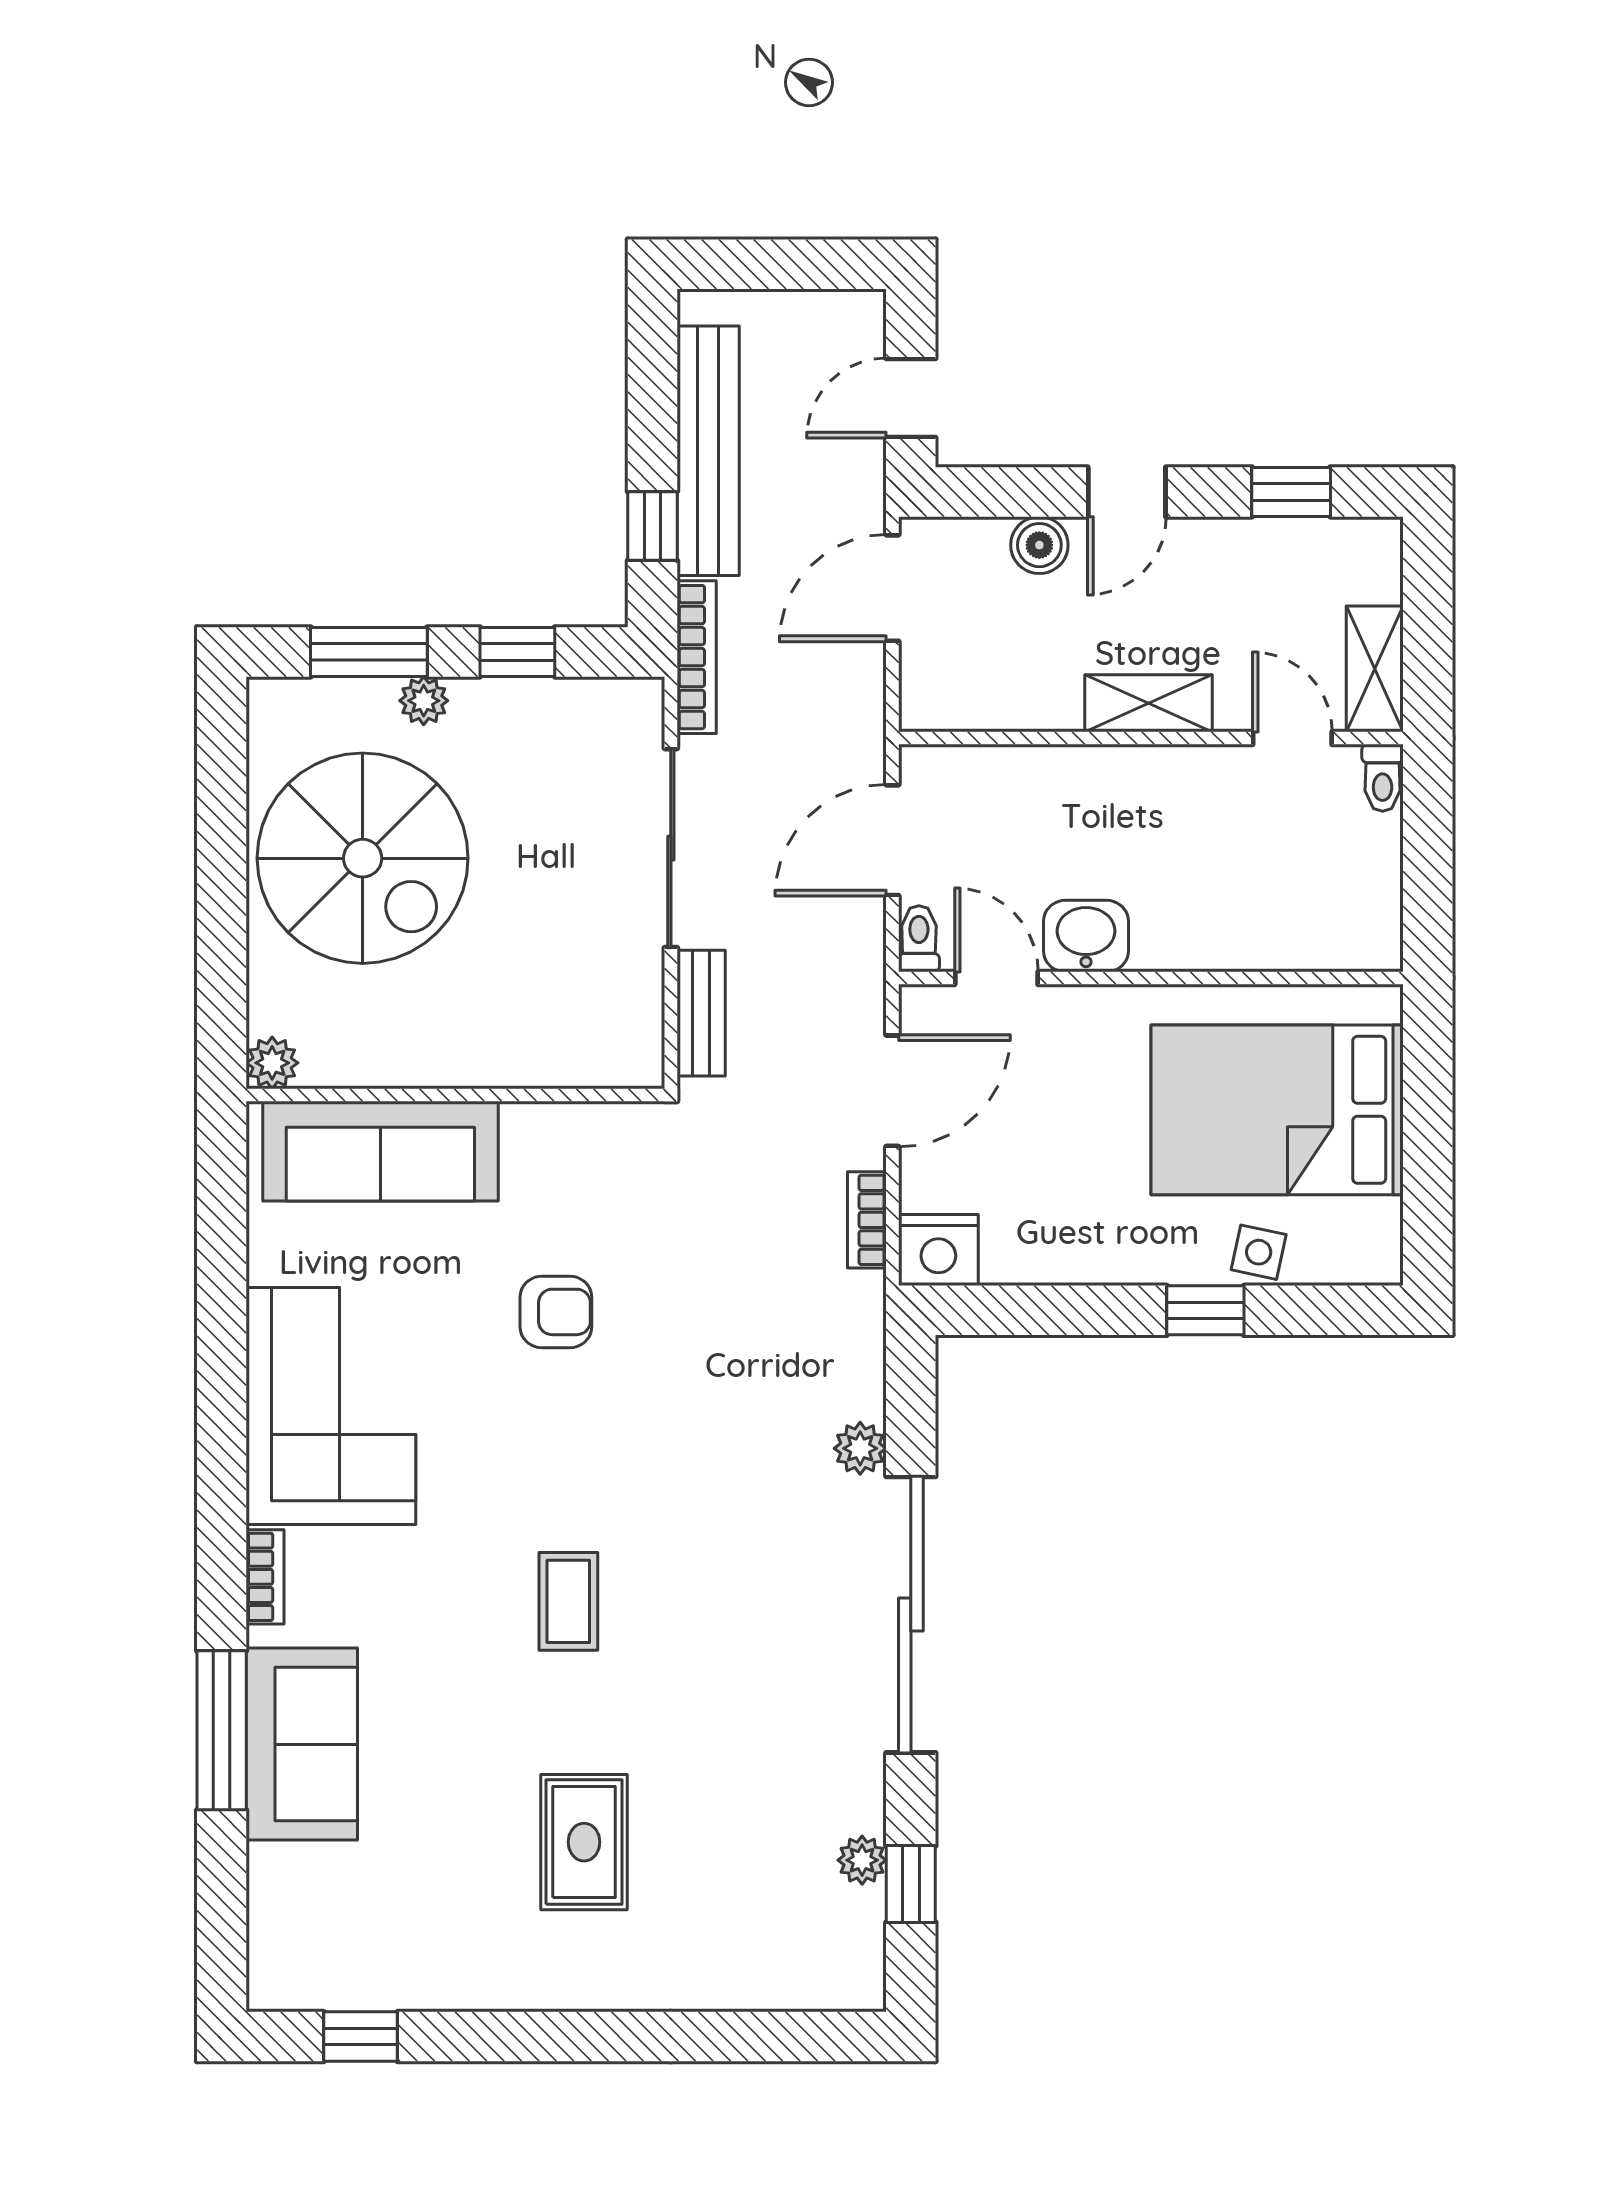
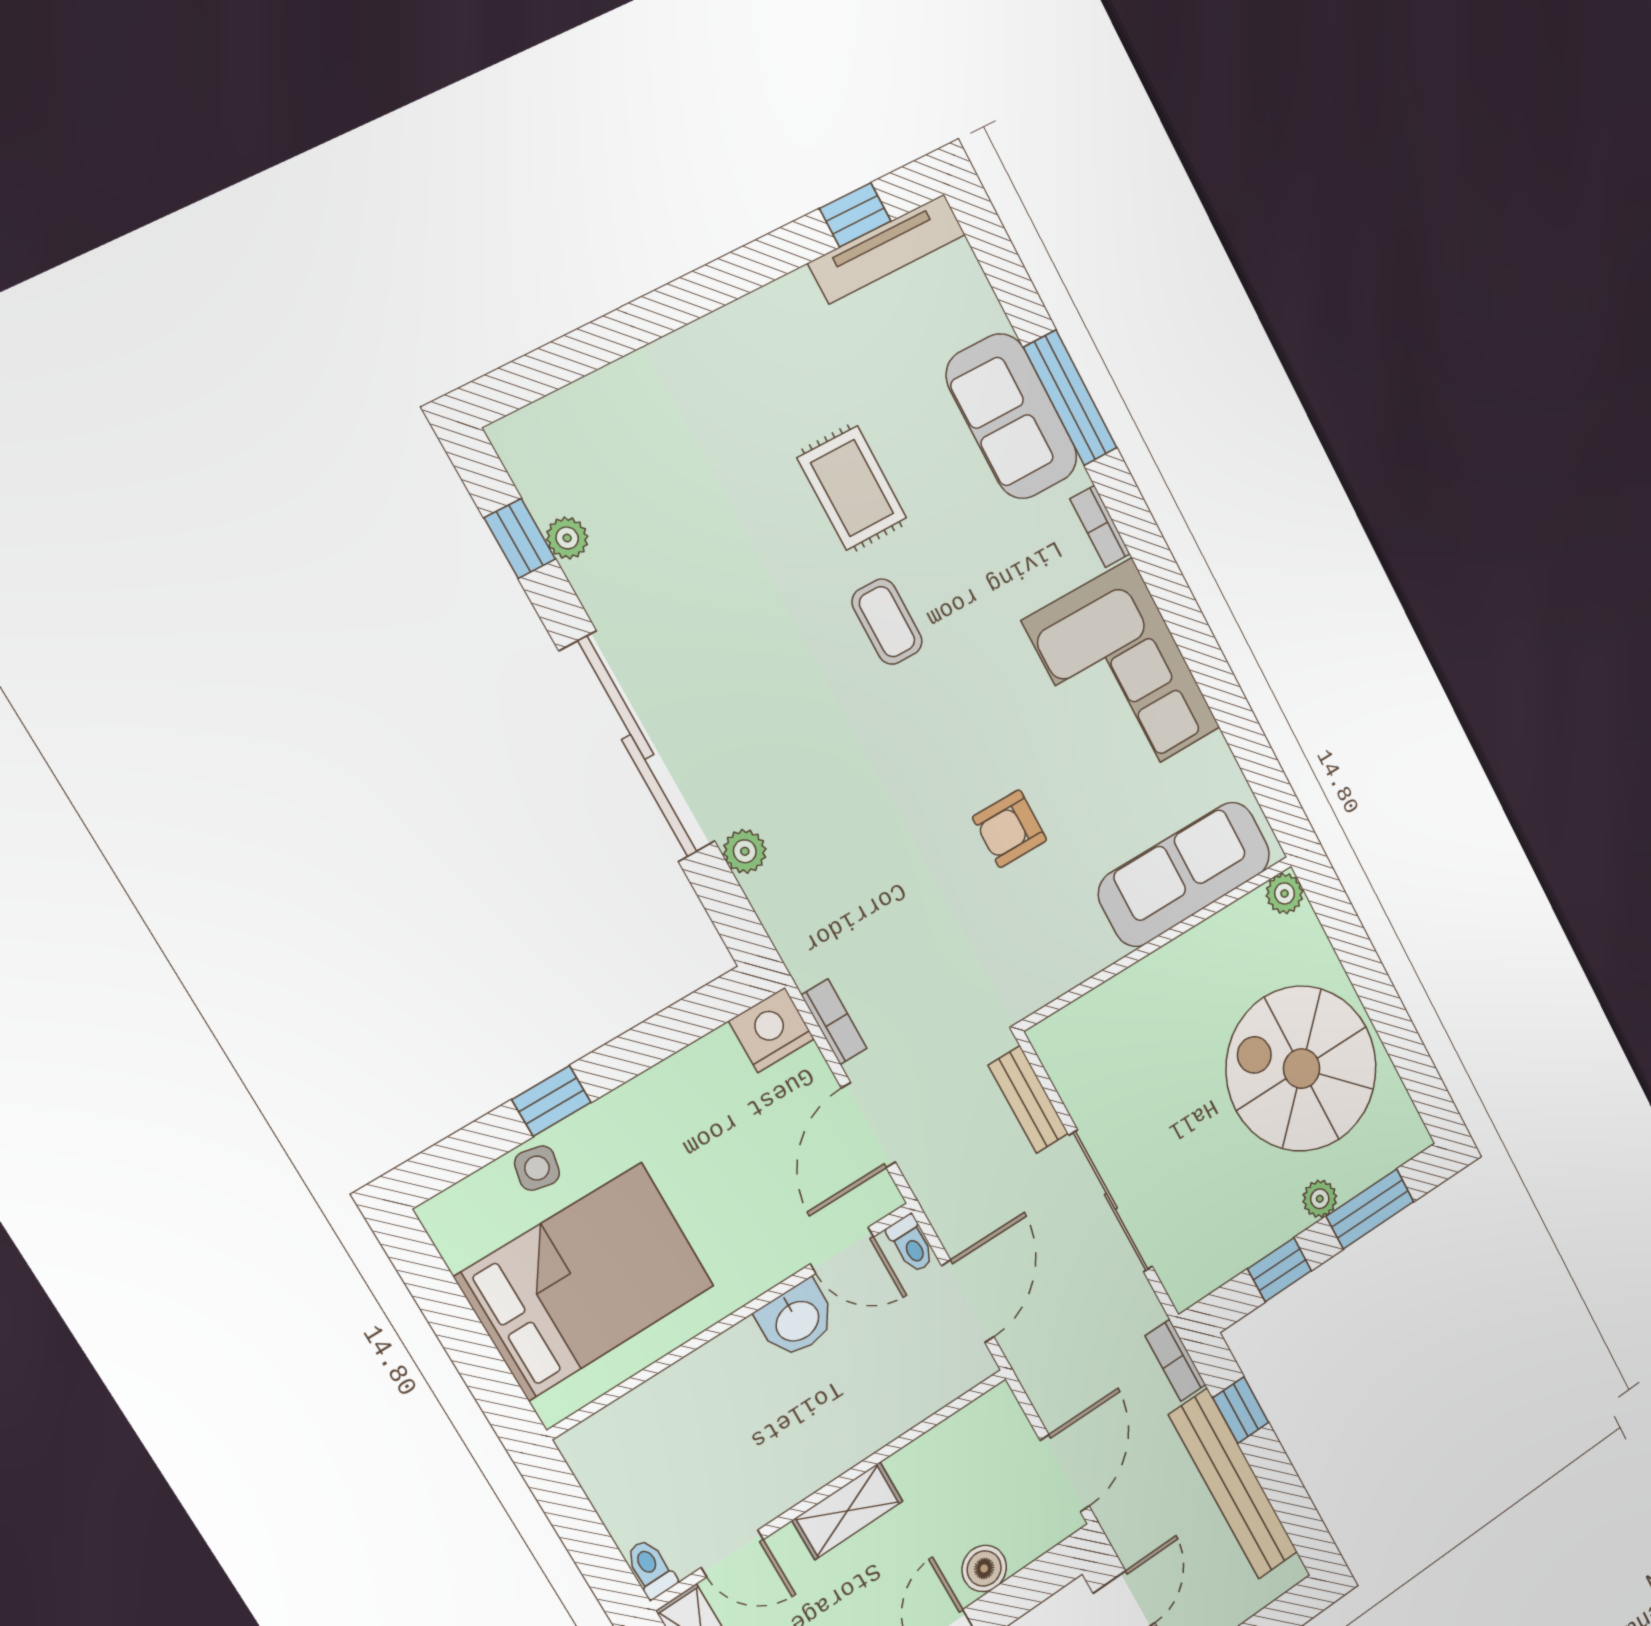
bookcase: (697, 657) -> (1175, 1360), width x0.64
rug: (584, 1842) -> (852, 488), moved
tv unit: (345, 1985) -> (887, 249), added

